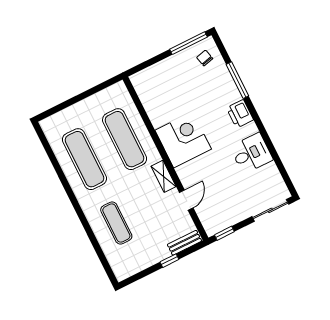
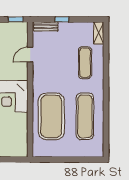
exercise mat: (125, 139) -> (51, 116), width x1.47
shelving: (163, 176) -> (99, 33), moved

